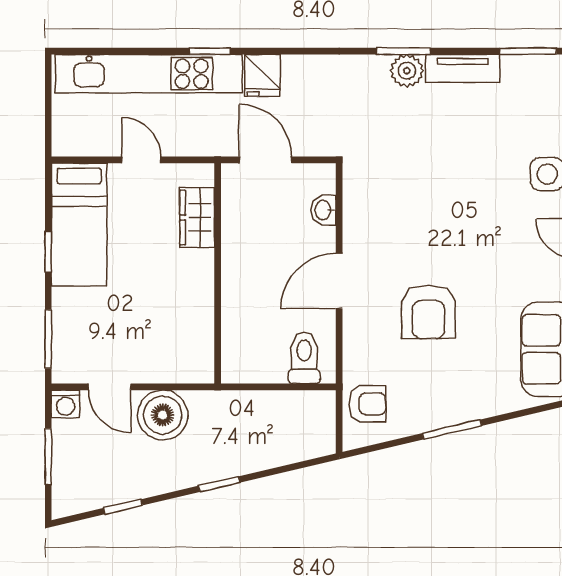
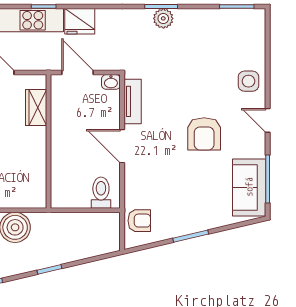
tv unit: (463, 68) -> (133, 101), moved, turned -90
fridge: (262, 75) -> (80, 21), width x1.38
washbasin: (324, 210) -> (111, 82), moved, turned -90
door: (339, 281) -> (122, 146), hinge flipped
armchair: (428, 312) -> (204, 134), moved

